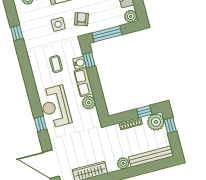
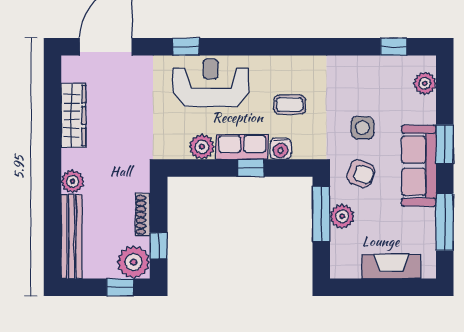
plant: (131, 16) -> (342, 216), moved
window: (17, 33) -> (394, 47), moved
window: (89, 60) -> (251, 168), moved

